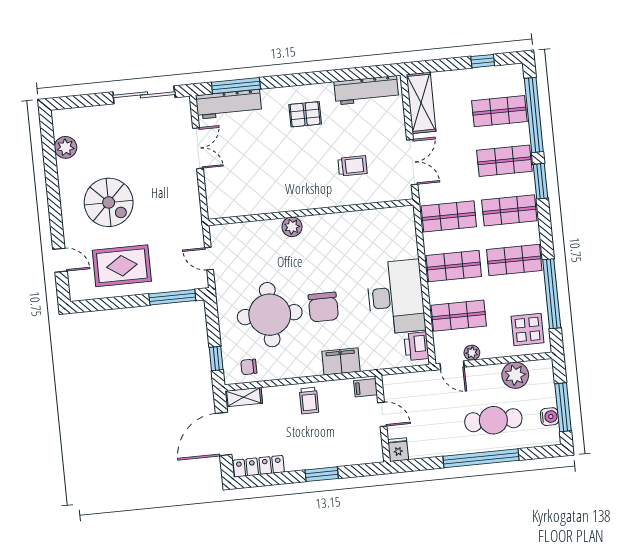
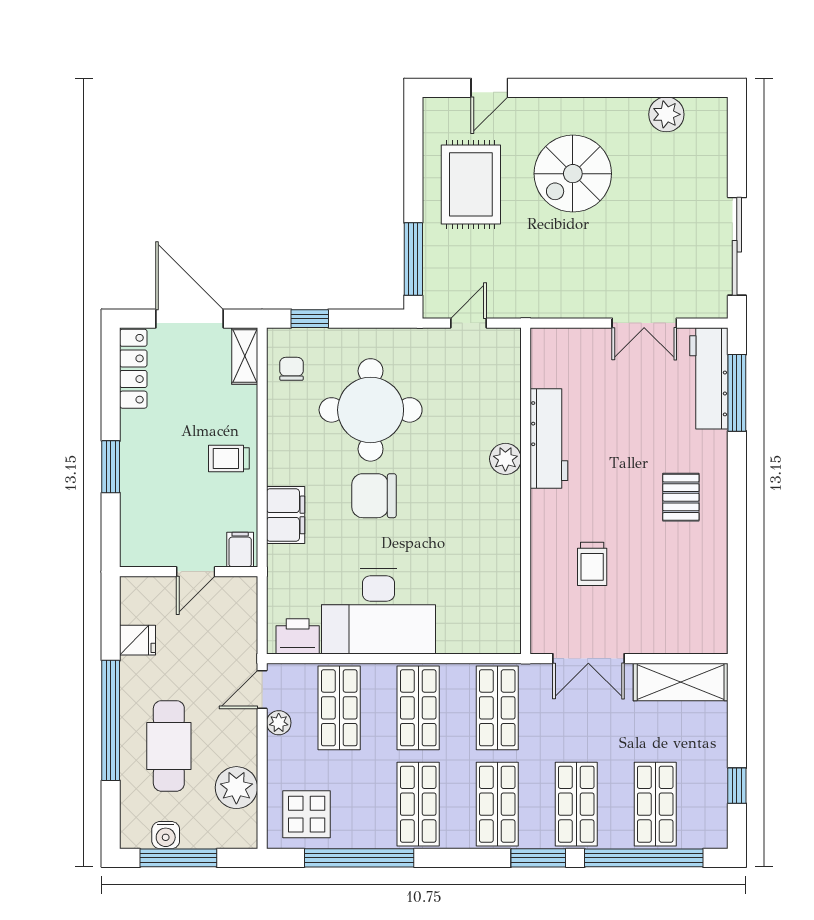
workbench: (366, 90) -> (549, 439), moved, turned 180
fridge: (398, 450) -> (137, 640), moved

